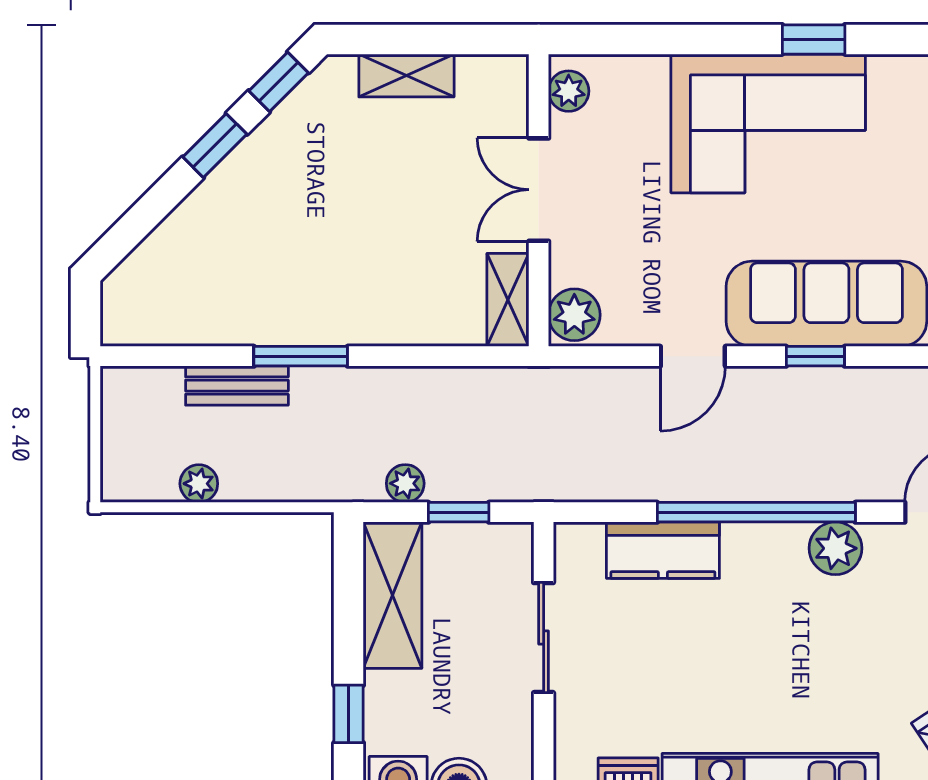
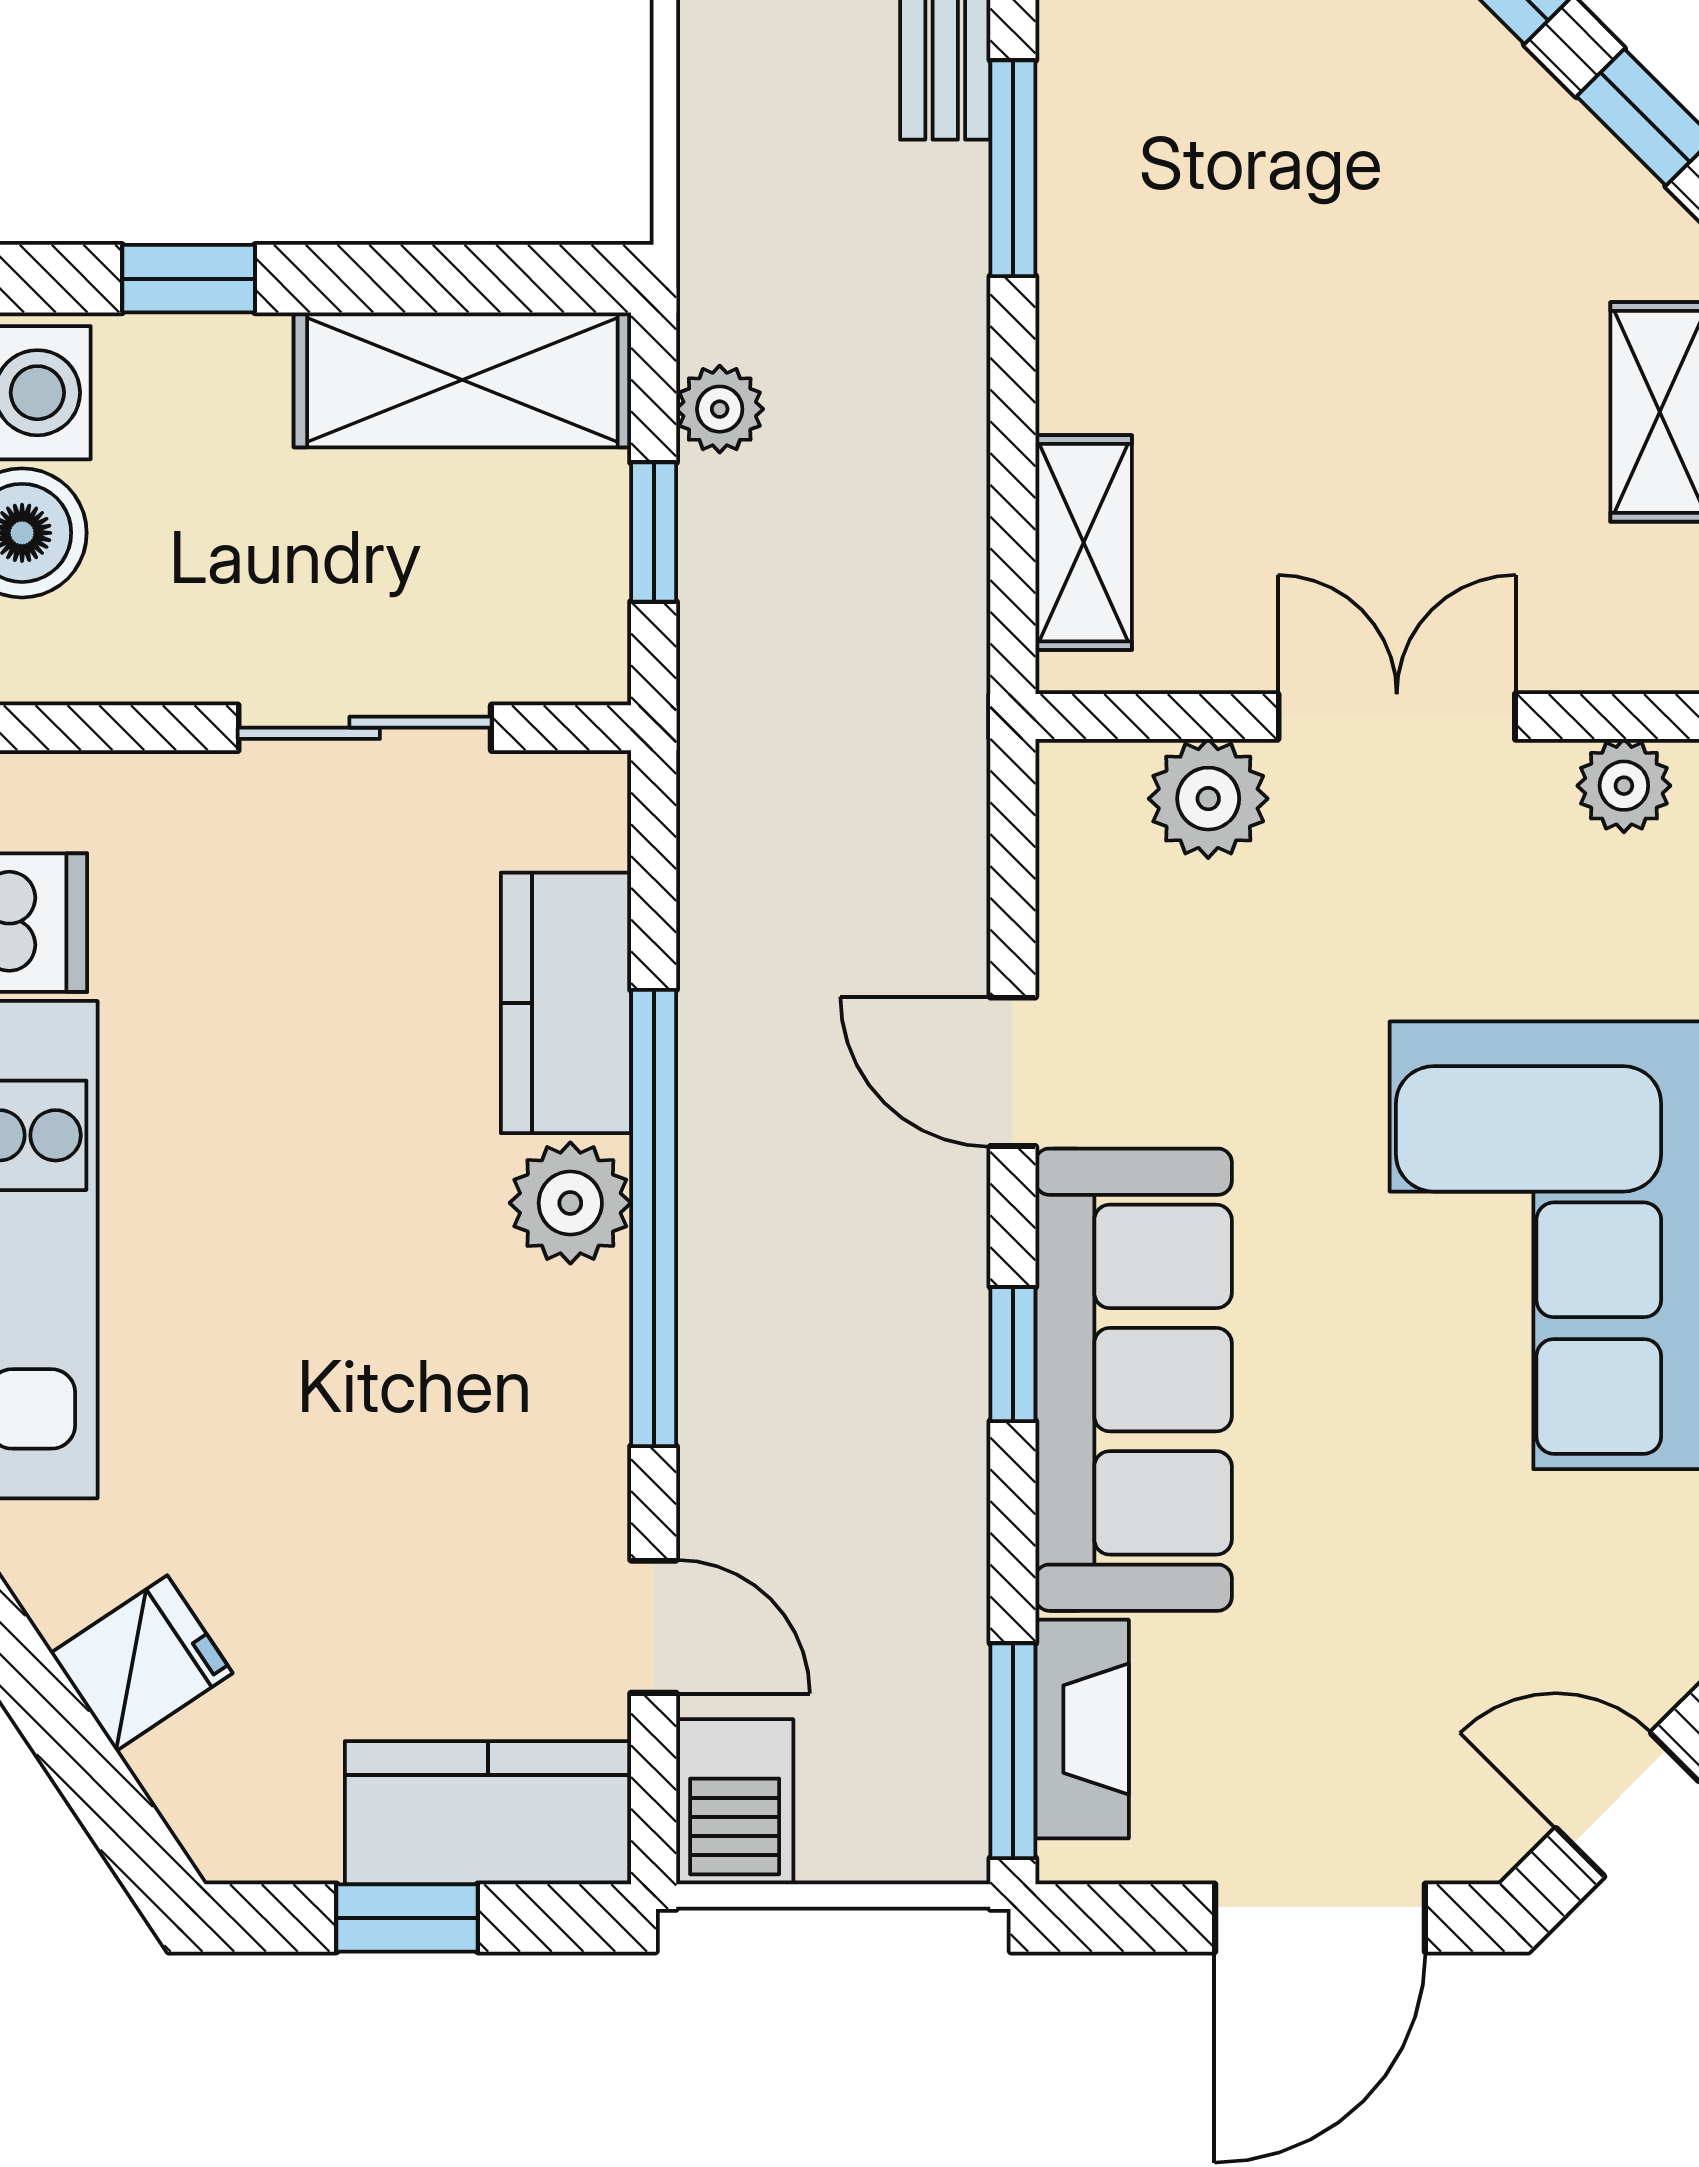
shelving: (508, 300) -> (1084, 543), moved, turned 90
plant: (574, 315) -> (1208, 799), moved
plant: (835, 548) -> (570, 1203), moved

